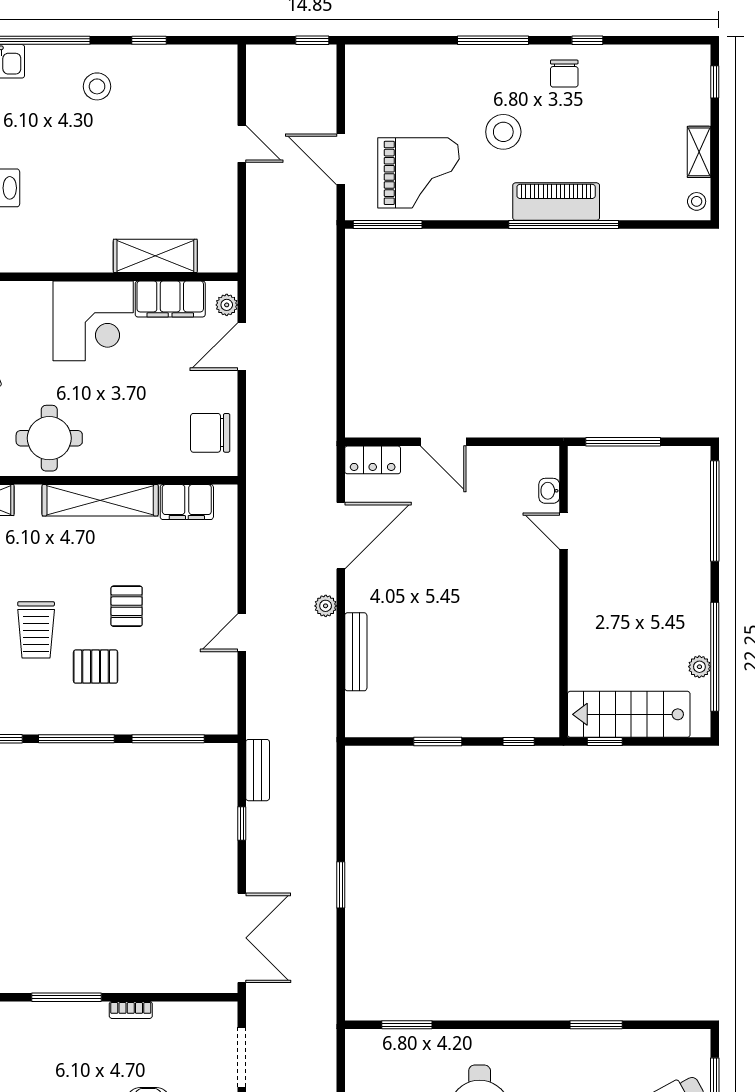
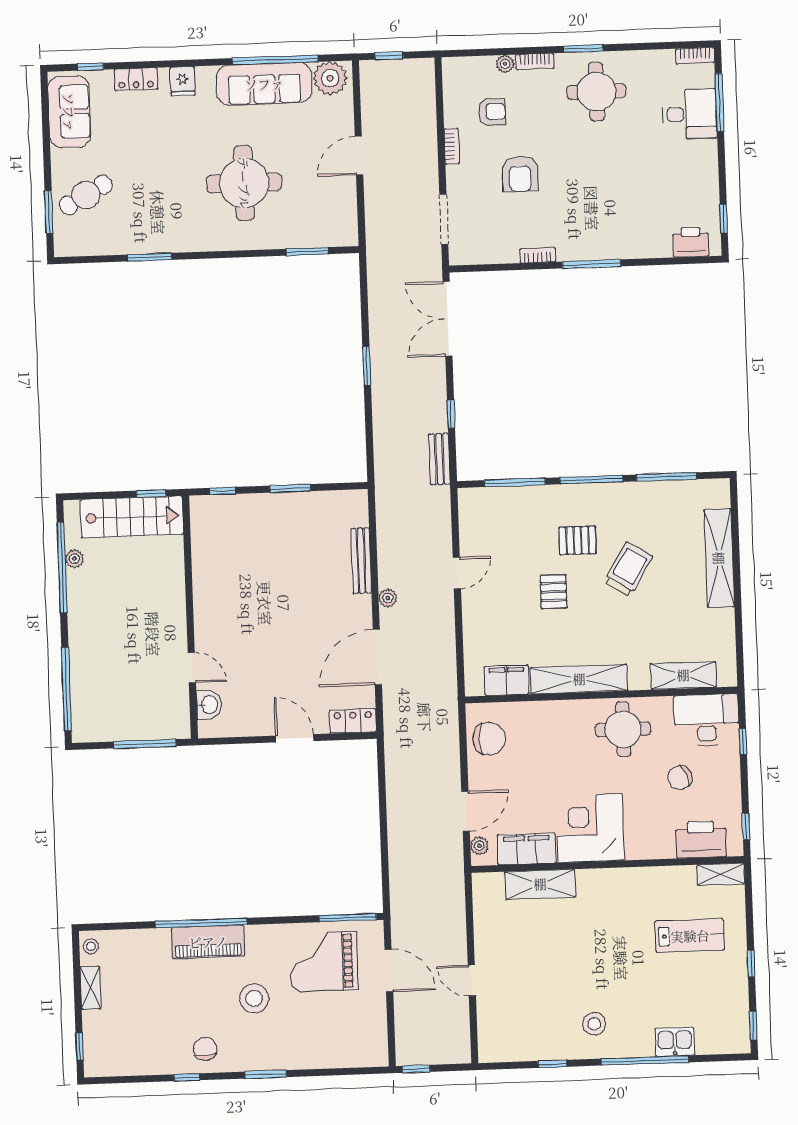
window: (493, 40) -> (266, 1074), width x0.69
washbasin: (549, 491) -> (209, 705), width x1.38, depth x1.45
trolley: (36, 630) -> (628, 569), turned 32

